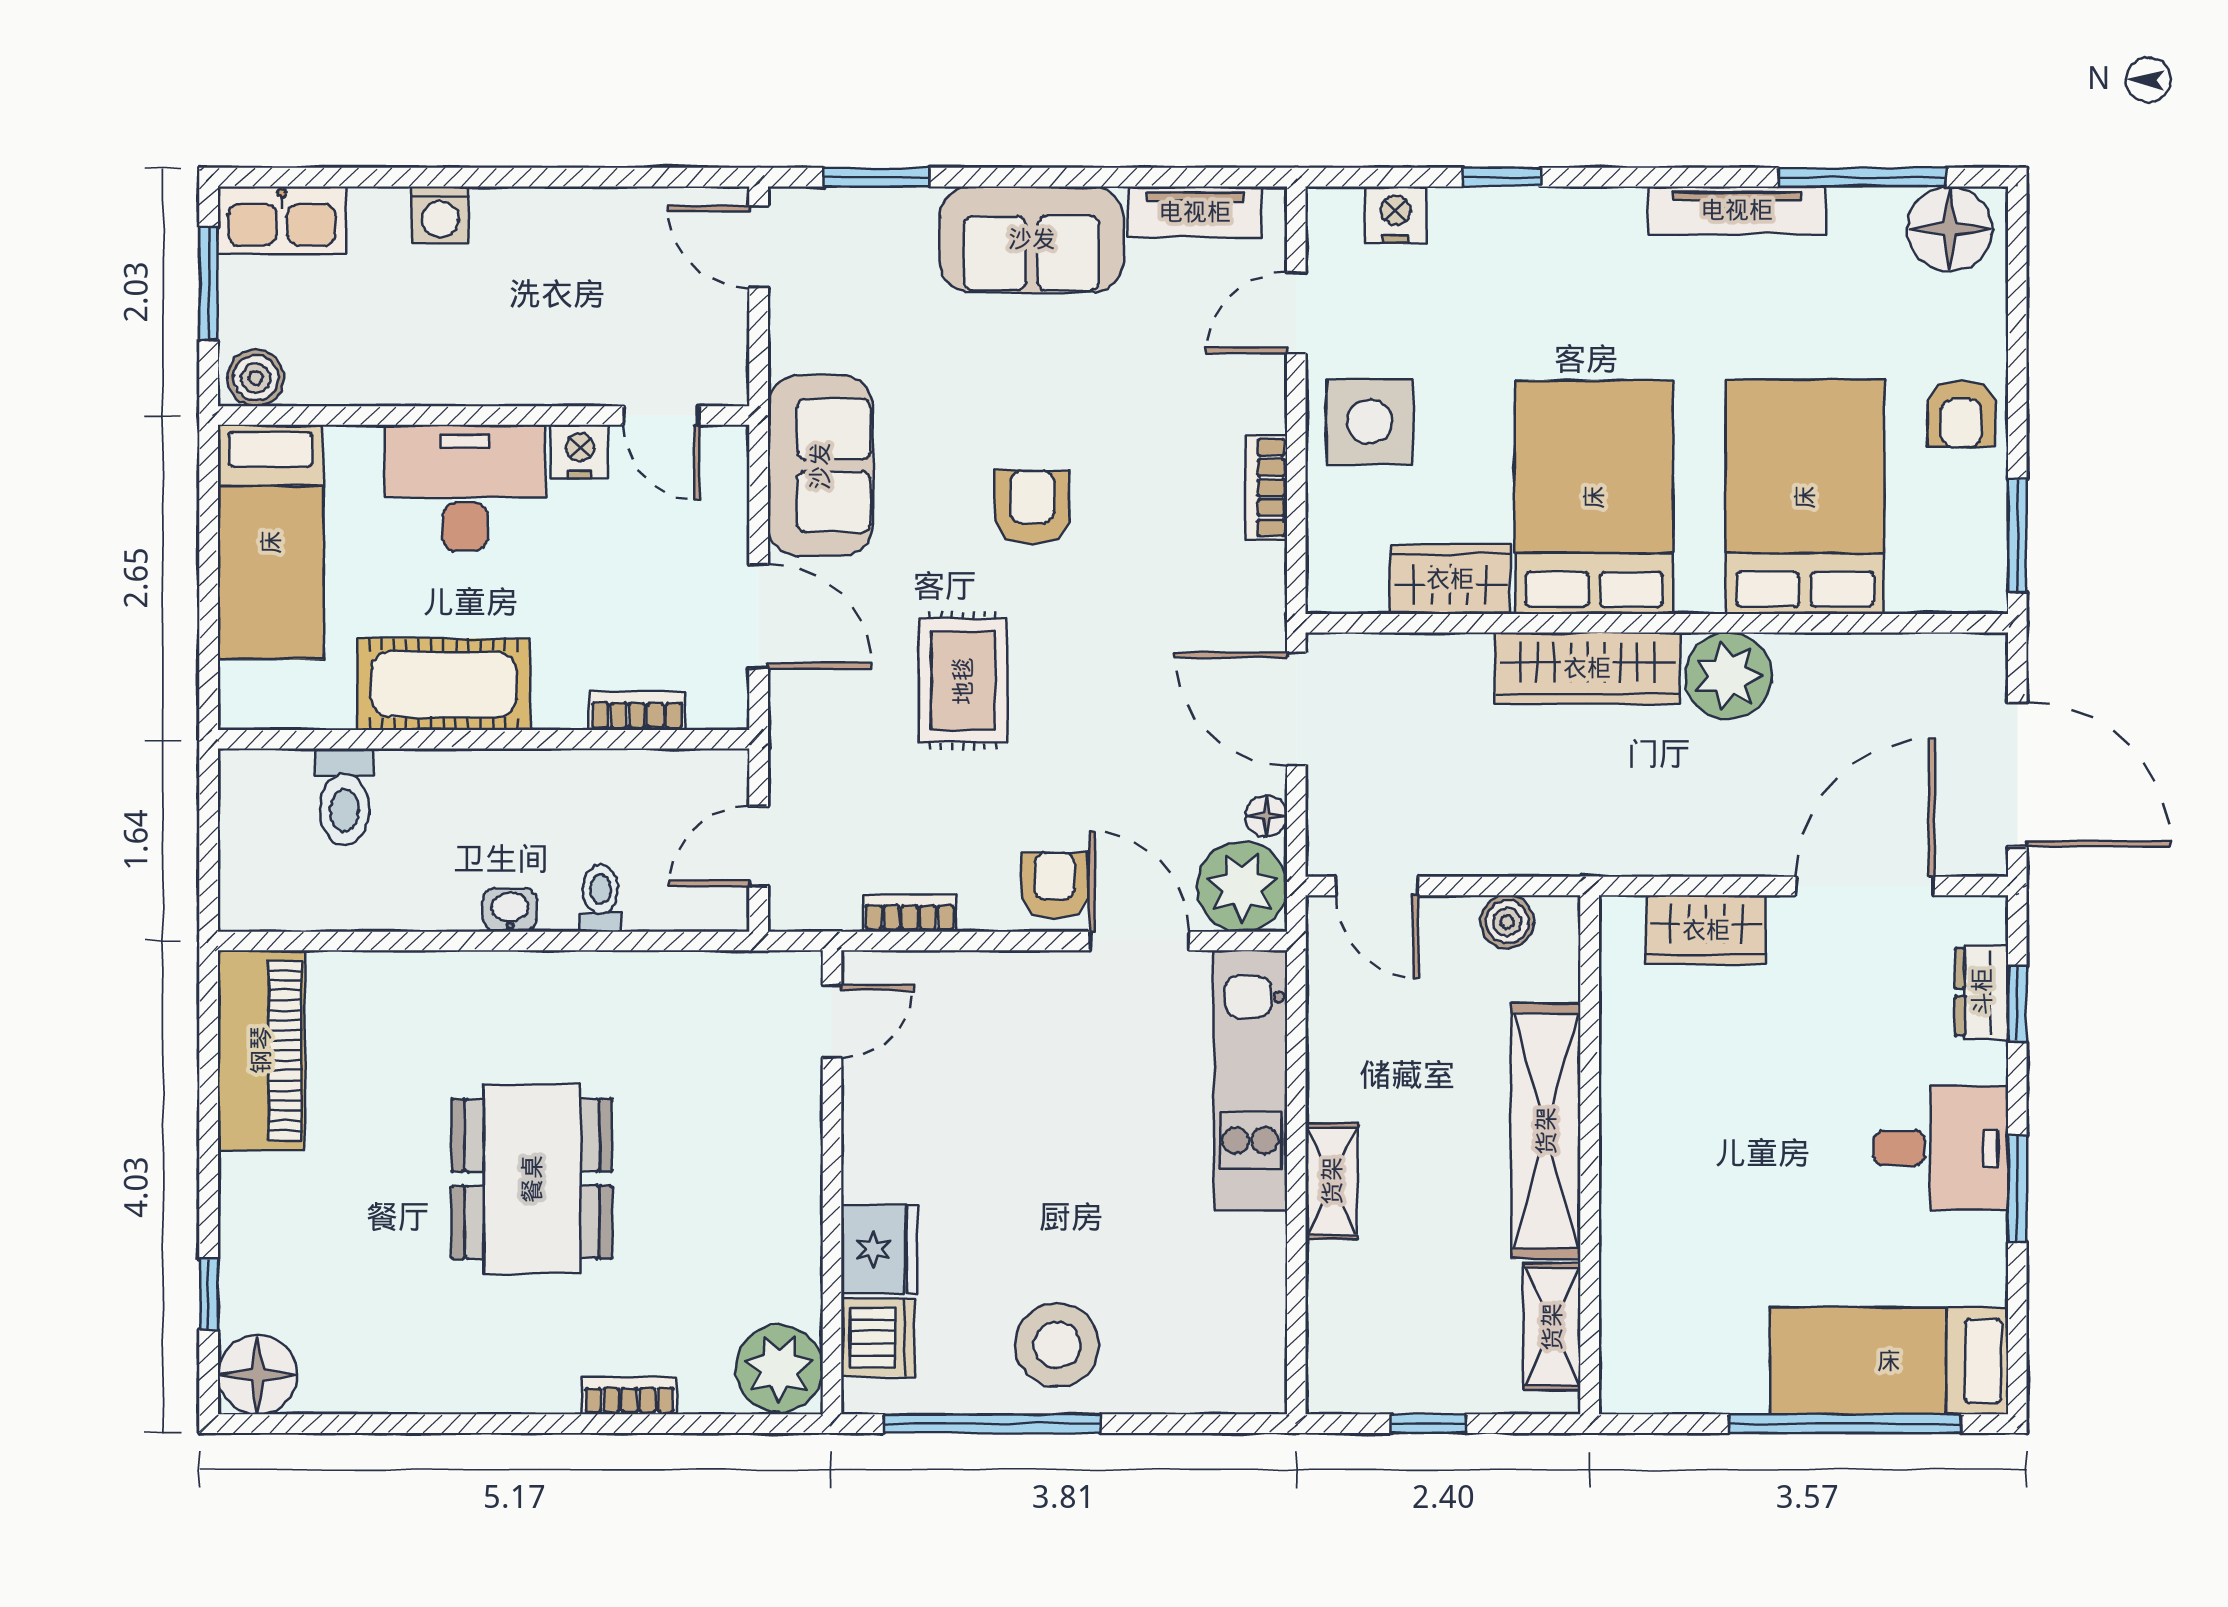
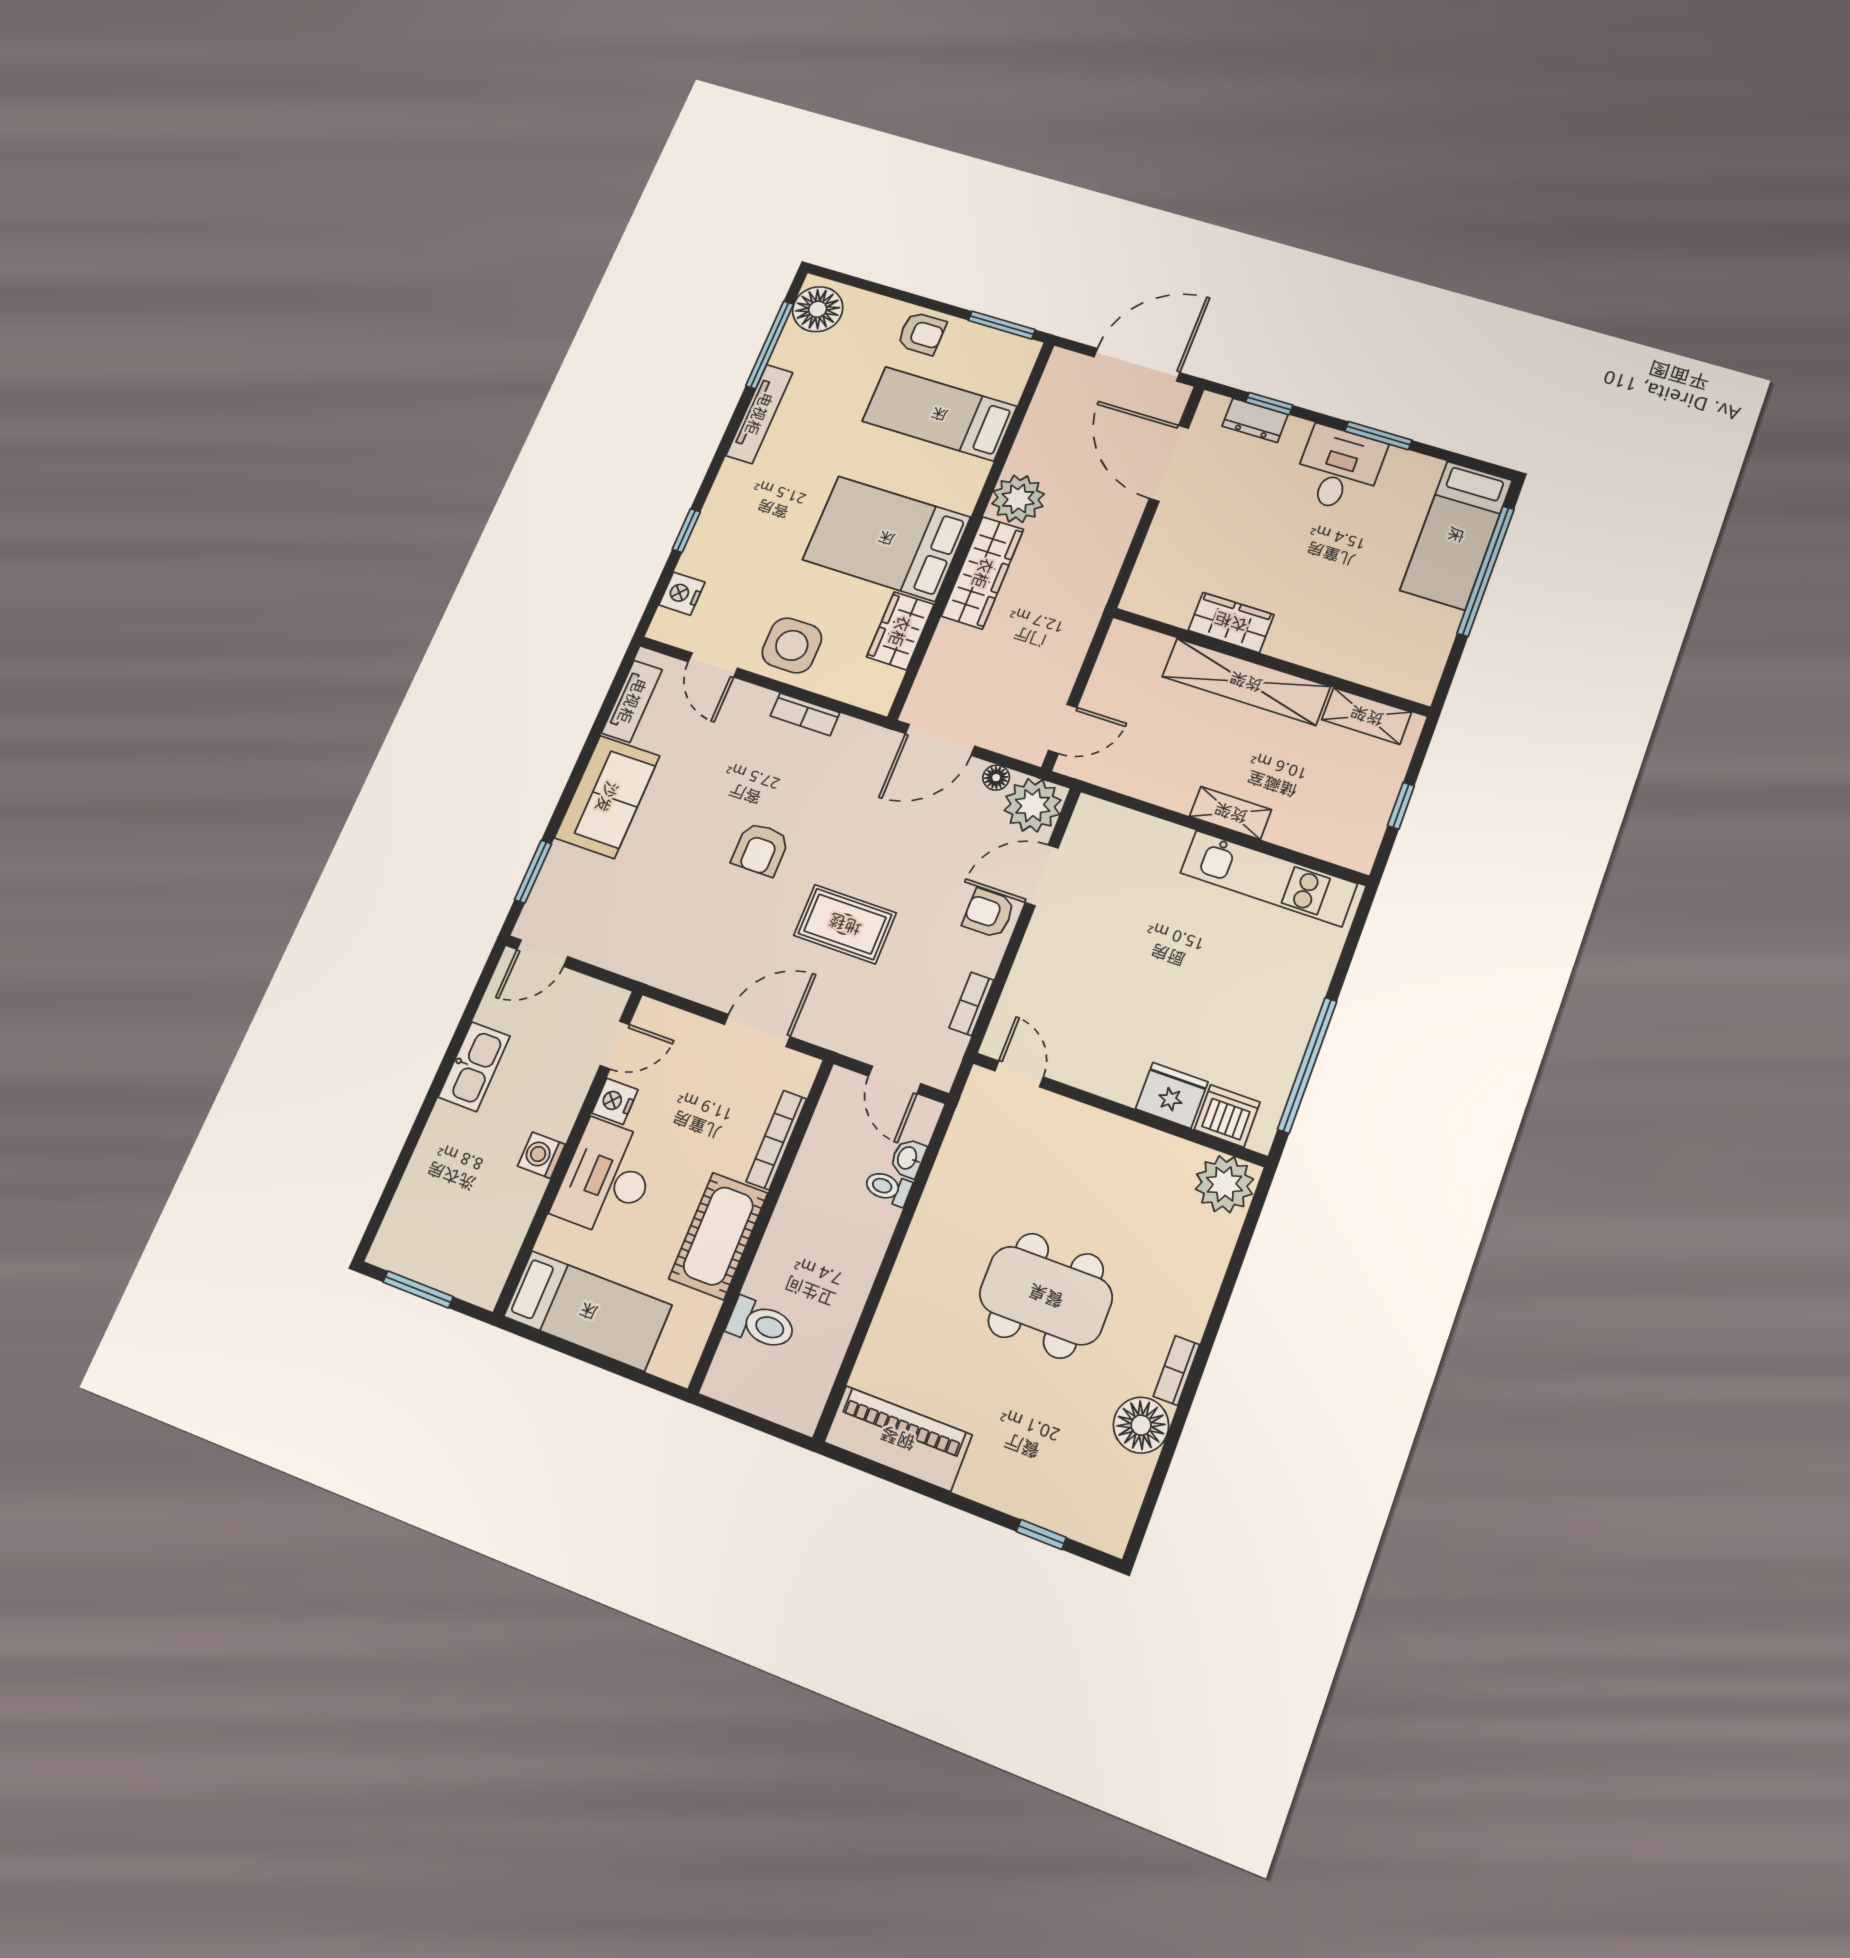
washing machine: (440, 215) -> (541, 1155), moved, turned 180
kitchen sink: (282, 220) -> (474, 1067), moved
boiler: (256, 378) -> (486, 1282), removed
sofa: (820, 466) -> (684, 963), removed
bed: (1805, 497) -> (939, 414), width x0.67
armchair: (1032, 507) -> (760, 849), turned -90
bookcase: (637, 711) -> (776, 1140), width x1.56
washbasin: (510, 910) -> (908, 1158), moved
boiler: (1507, 922) -> (1113, 663), removed
wardrobe: (1706, 930) -> (1231, 622), moved, turned -90
kitchen unit: (1250, 1080) -> (1269, 878), moved
stool: (1057, 1345) -> (1272, 1008), removed
floor lamp: (258, 1375) -> (1141, 1425), moved
bookcase: (629, 1396) -> (1176, 1371), moved

